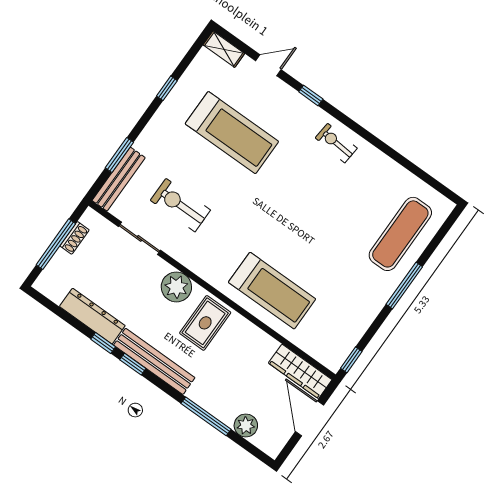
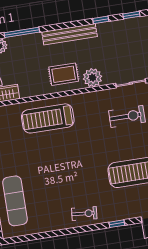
dresser: (92, 316) -> (118, 27), removed
rug: (205, 323) -> (64, 74), turned 90
window: (133, 364) -> (131, 15), moved

